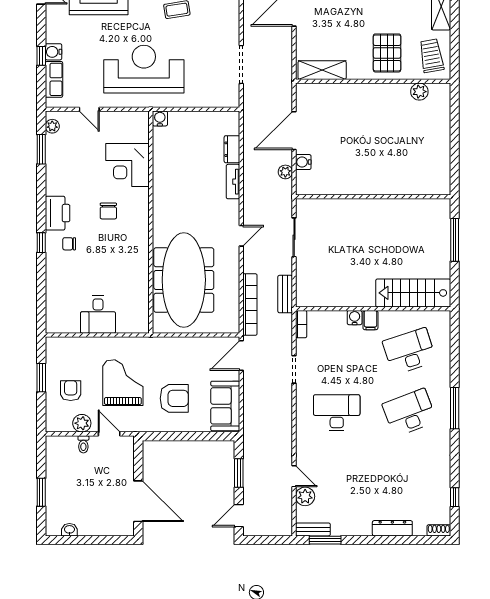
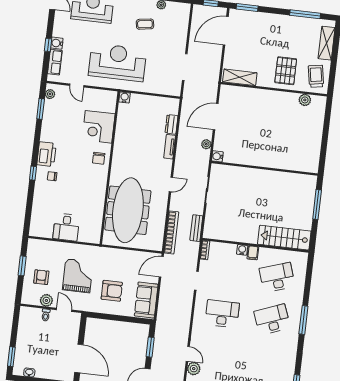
water cooler: (303, 162) -> (217, 156), moved
chair: (108, 211) -> (99, 158), moved
window: (41, 492) -> (11, 357), moved

